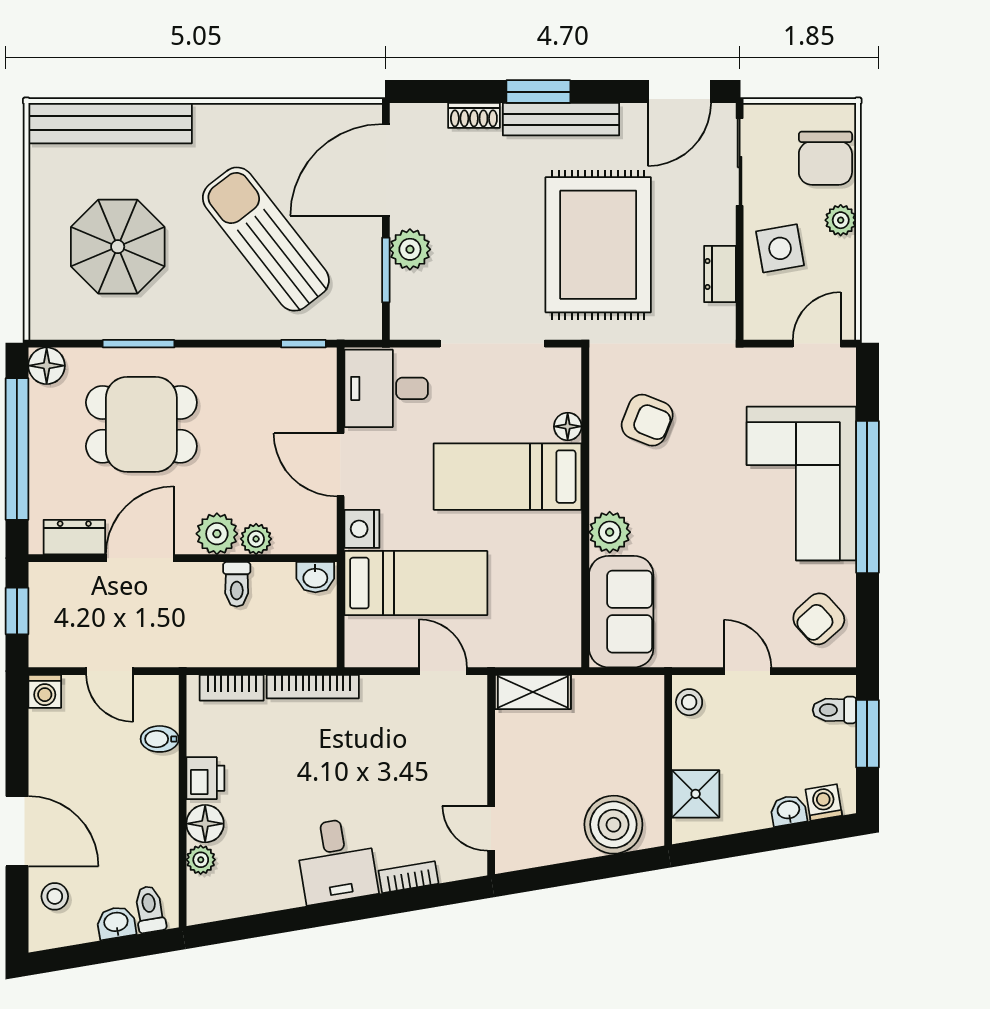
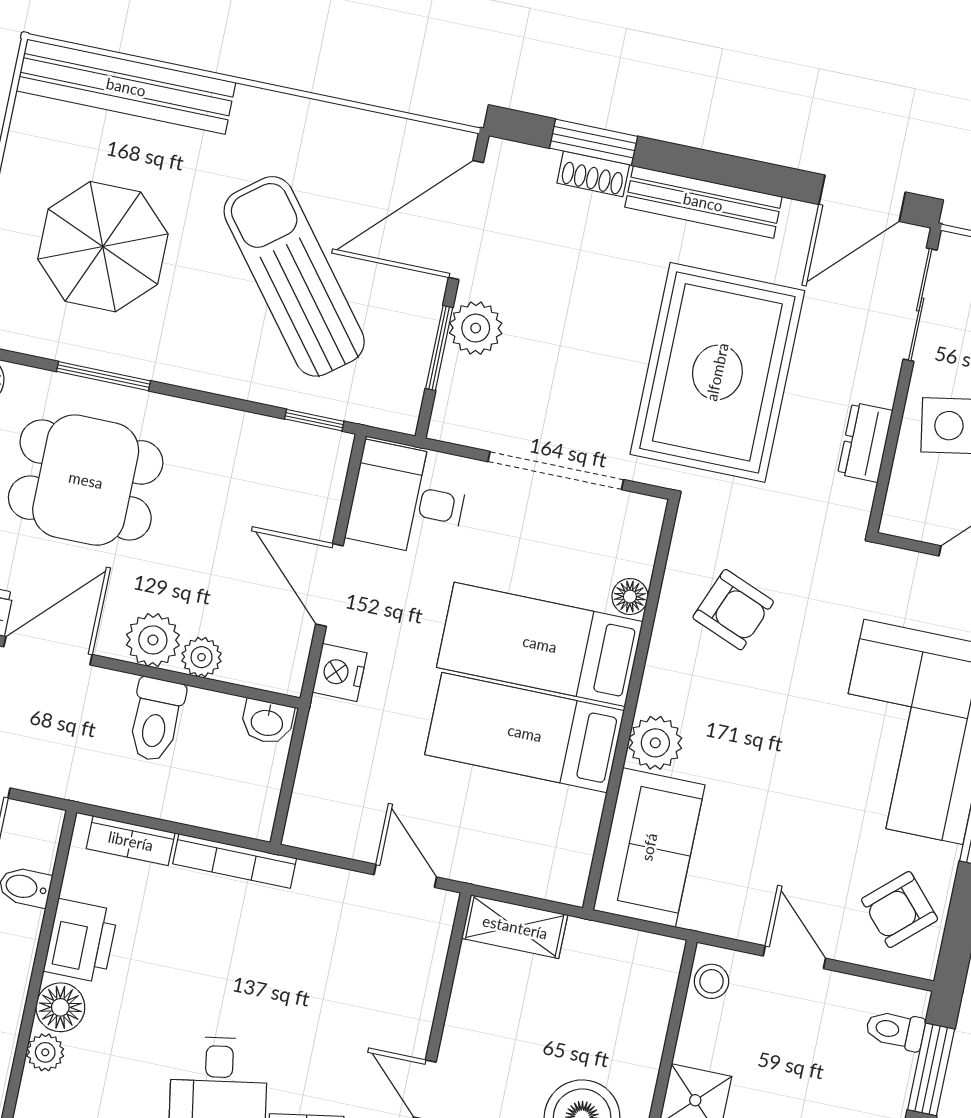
window: (538, 92) -> (594, 142), moved
bed: (416, 583) -> (525, 733), moved, turned 180
toilet: (237, 584) -> (156, 719), width x1.37, depth x1.39
printer: (205, 778) -> (81, 941), width x1.36, depth x1.24

